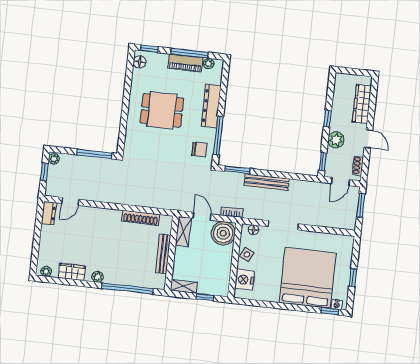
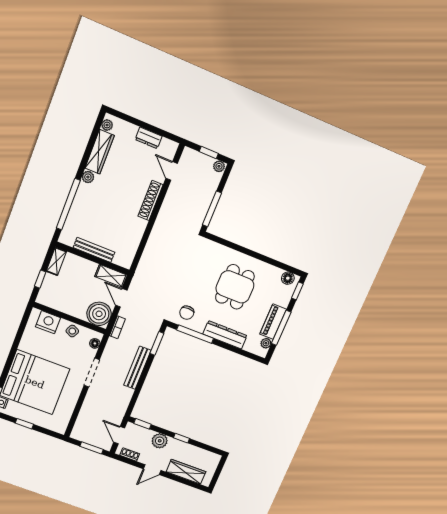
dresser: (49, 213) -> (149, 138), moved
door: (202, 216) -> (121, 298), swing flipped
shoe rack: (141, 218) -> (151, 200), moved
wardrobe: (72, 272) -> (100, 152), width x1.50

